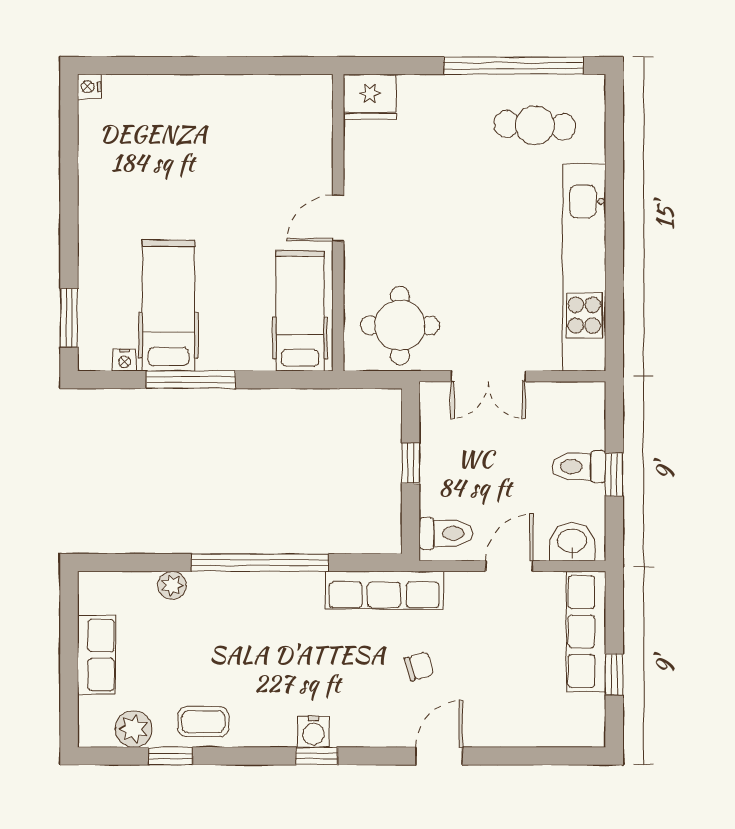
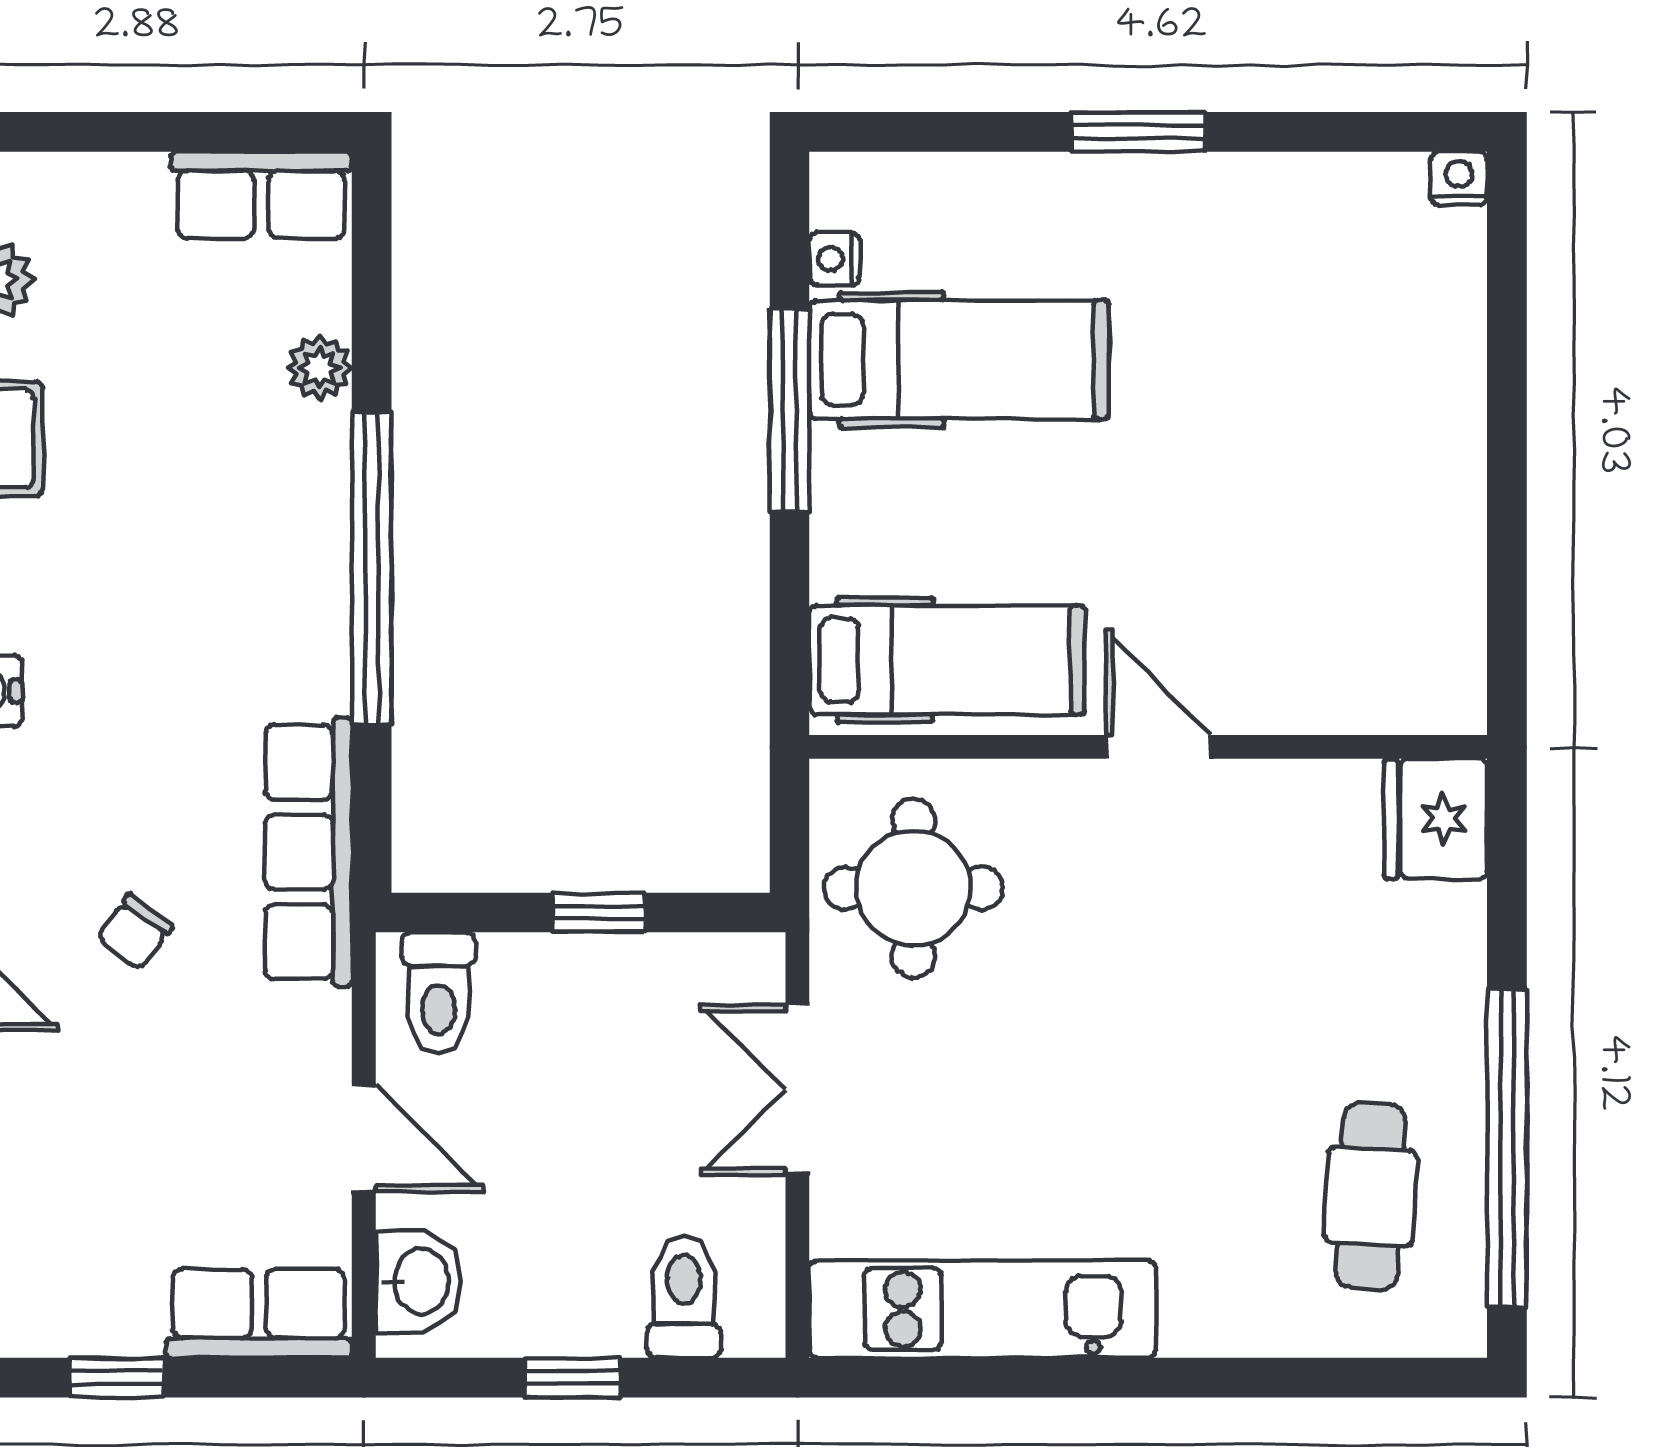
kitchen unit: (584, 268) -> (983, 1309), width x0.73
window: (69, 318) -> (1138, 132), moved
toilet: (579, 467) -> (684, 1297), moved
row of seats: (586, 632) -> (259, 1313), width x0.68
row of seats: (96, 655) -> (261, 195), moved
chair: (419, 666) -> (135, 932), turned 53

